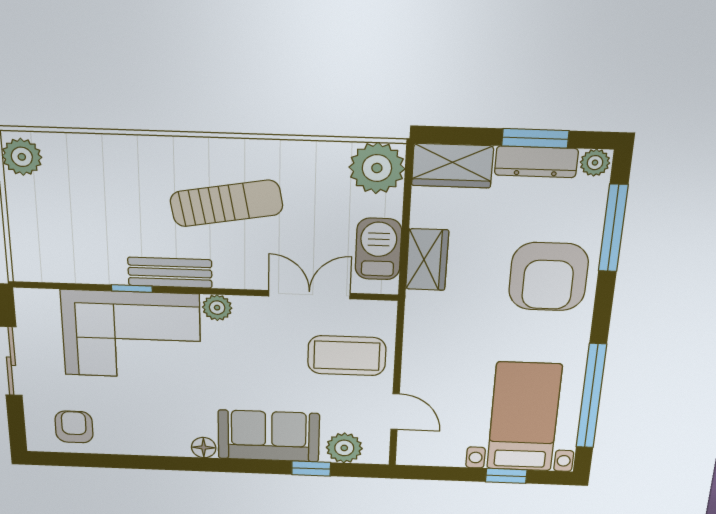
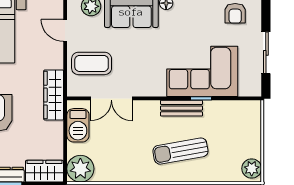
sun lounger: (226, 203) -> (180, 151), moved
wardrobe: (427, 260) -> (54, 95), moved, width x1.50
plant: (217, 308) -> (158, 89), removed

